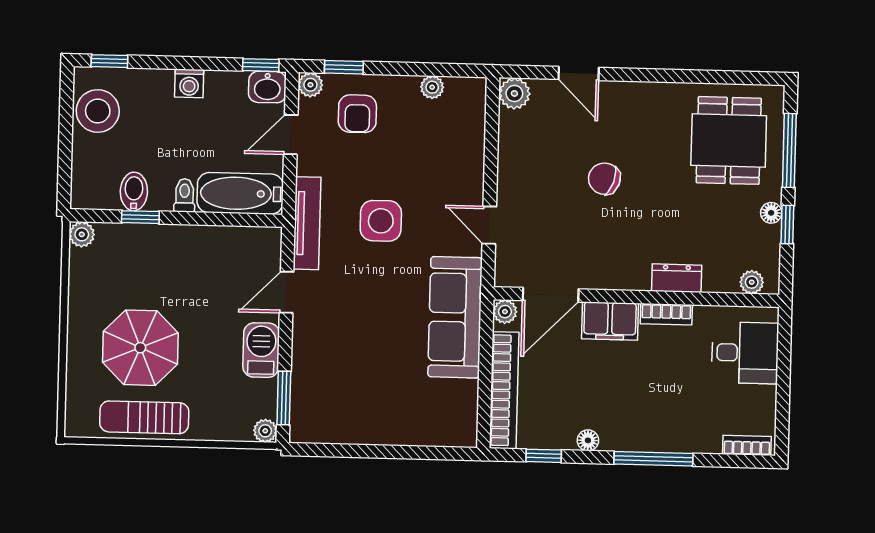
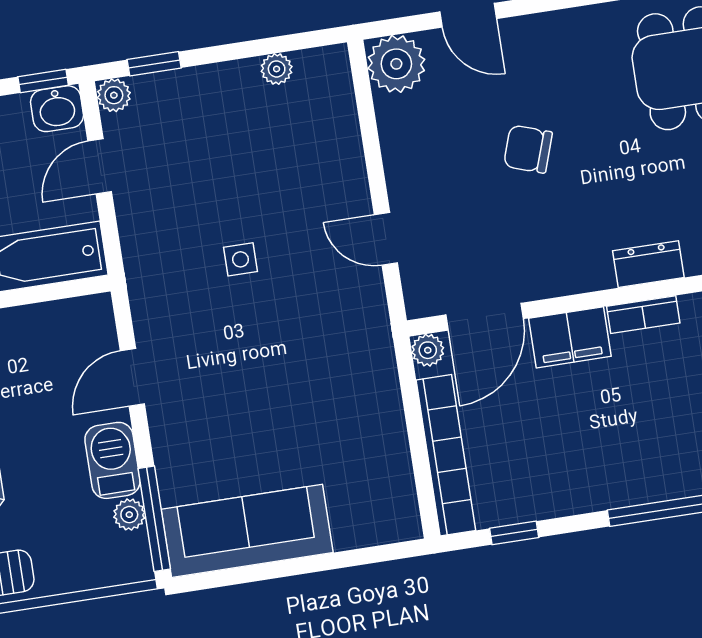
plant: (514, 93) -> (396, 64), width x1.36, depth x1.36
armchair: (357, 114) -> (183, 122), removed
side table: (381, 221) -> (240, 259), width x0.54, depth x0.54
tv unit: (307, 223) -> (143, 280), removed
sofa: (455, 317) -> (247, 531), moved, turned 90
window: (284, 398) -> (154, 519), width x1.44
plant: (265, 431) -> (129, 515), moved
floor lamp: (588, 440) -> (569, 502), removed

